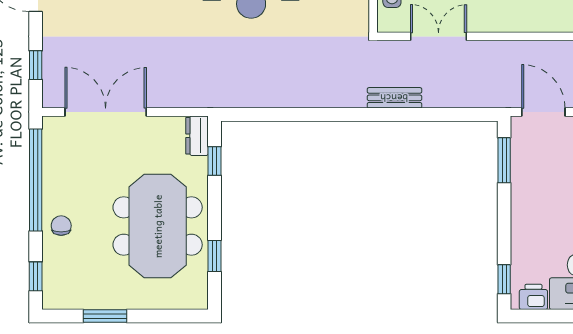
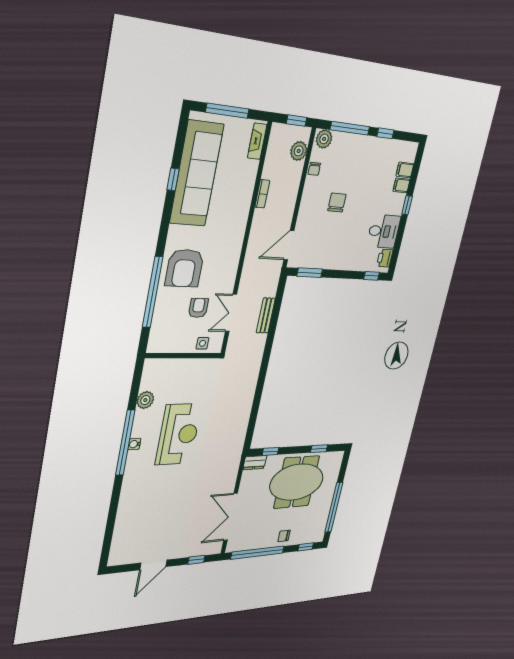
bench: (394, 98) -> (266, 315), moved
window: (105, 316) -> (334, 507), width x2.11

